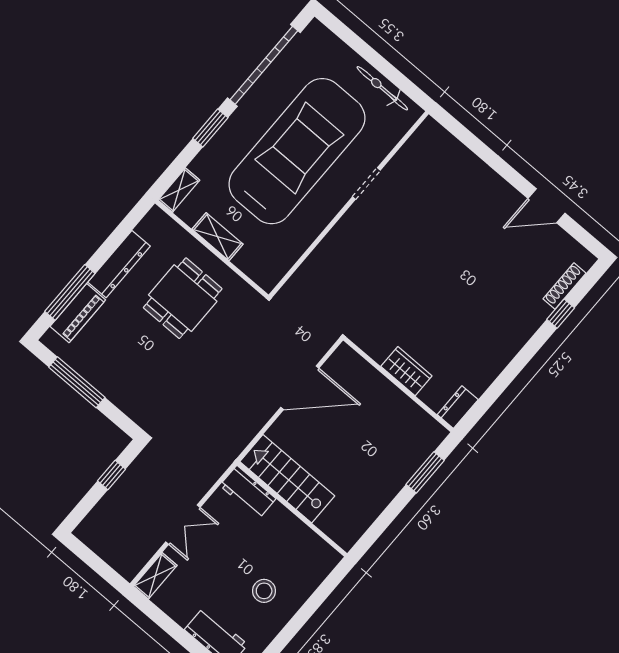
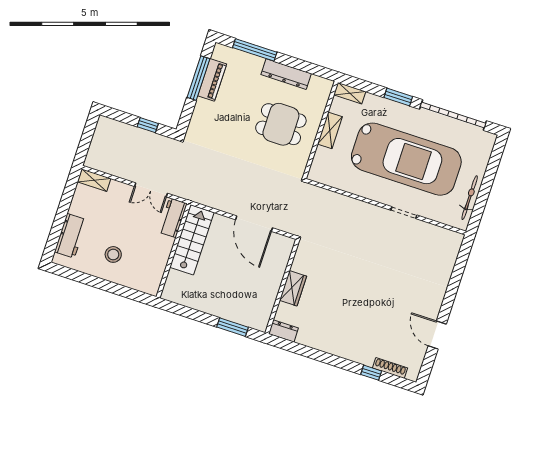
piano: (78, 313) -> (212, 80), moved, turned -90
double door: (183, 525) -> (151, 190), moved

